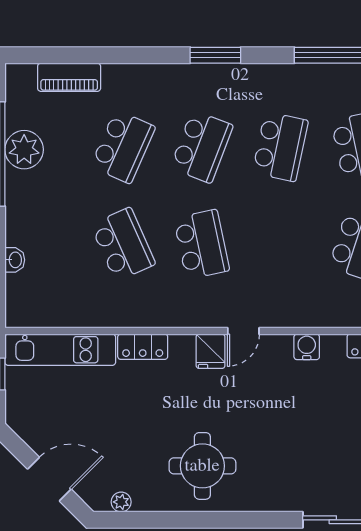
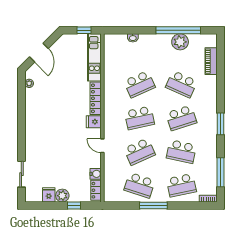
school desk: (202, 147) -> (181, 118), turned -39
school desk: (280, 244) -> (139, 152), added
door: (243, 331) -> (102, 146), moved
locker: (143, 347) -> (96, 98), width x1.53
water cooler: (307, 347) -> (96, 174), moved
round table: (202, 466) -> (45, 118), removed

